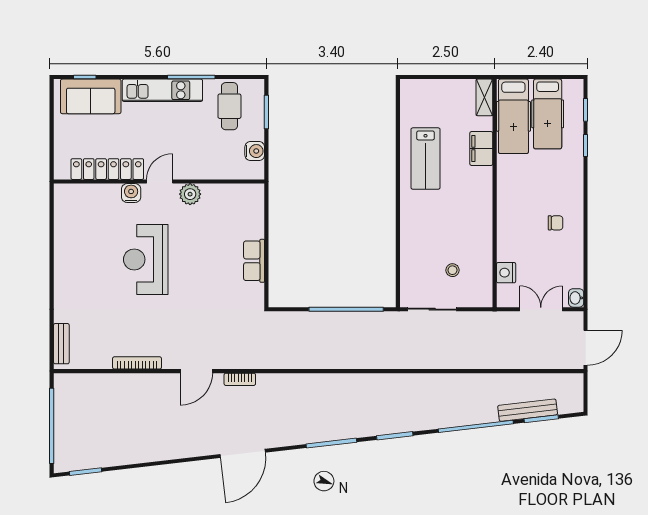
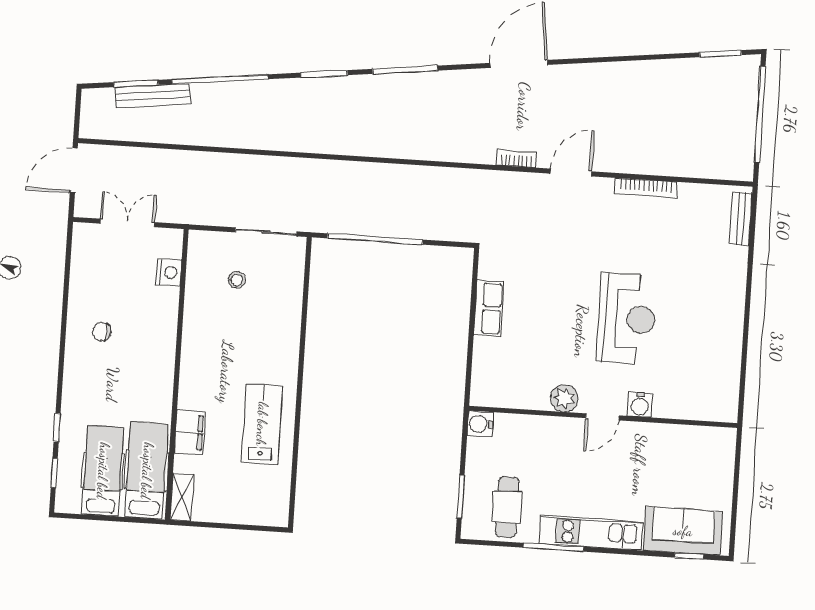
water cooler: (255, 151) -> (480, 424), moved
locker: (107, 169) -> (668, 437), removed
washbasin: (576, 298) -> (82, 234), removed
double door: (541, 309) -> (127, 223), swing flipped

